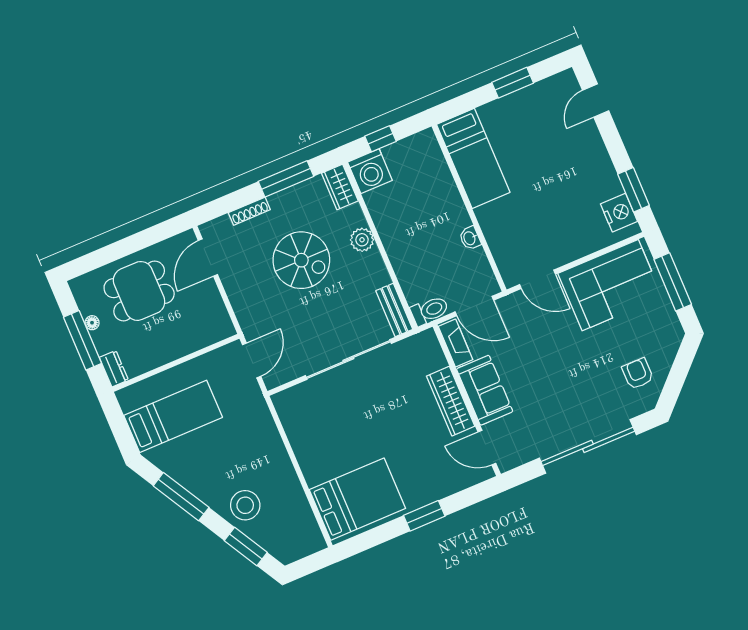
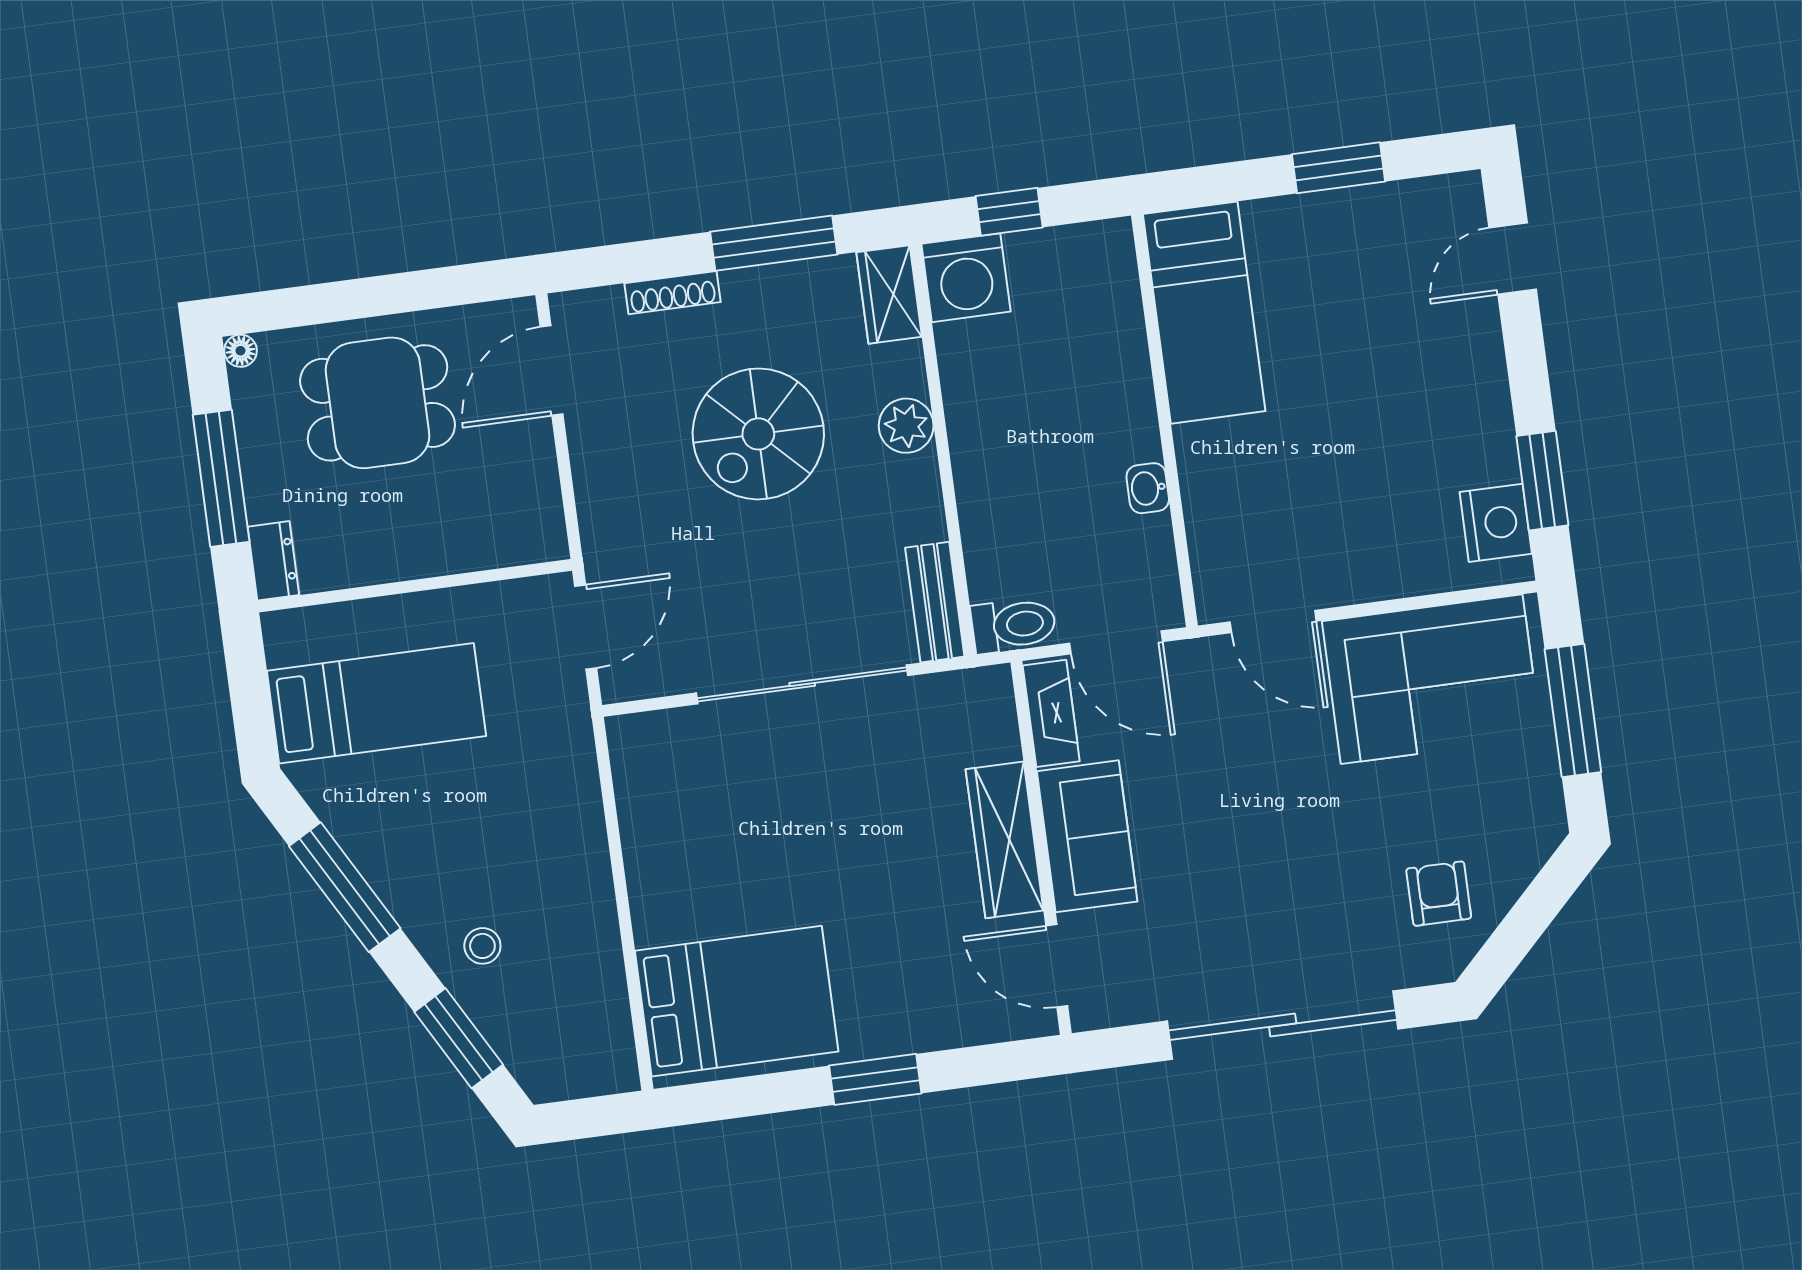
spiral stairs: (301, 260) -> (758, 434), turned 90
floor lamp: (92, 323) -> (240, 351), moved
stool: (245, 505) -> (482, 946), width x0.53, depth x0.53

